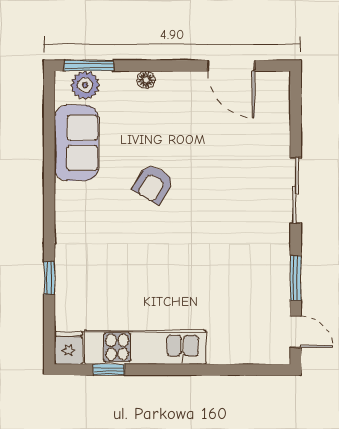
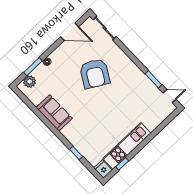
window: (89, 66) -> (33, 67), moved
sofa: (76, 143) -> (54, 113), moved
armchair: (153, 184) -> (95, 74), moved, width x1.88, depth x1.88
sliding door: (296, 190) -> (105, 28), moved

